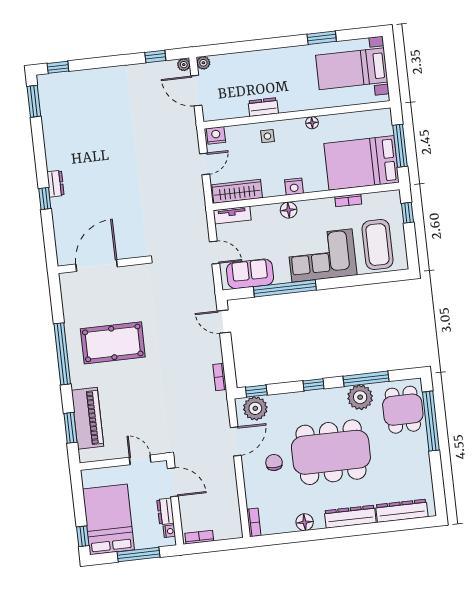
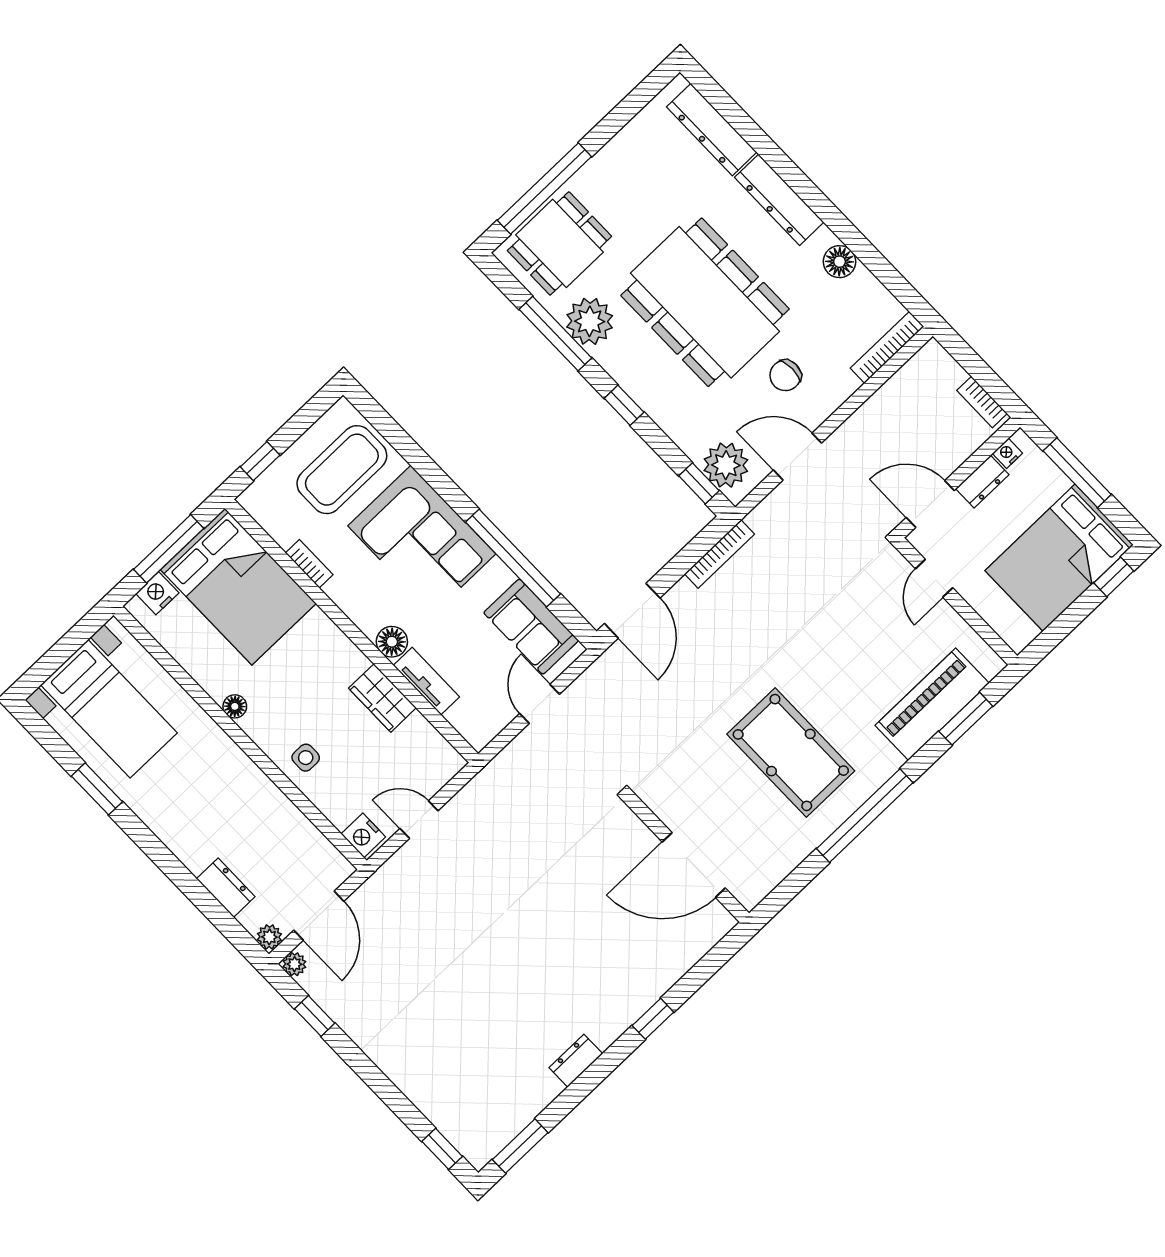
dresser: (263, 107) -> (226, 888), moved, turned 180
dresser: (55, 184) -> (576, 1061), moved
nightstand: (294, 187) -> (157, 593), moved, turned -90
wardrobe: (237, 191) -> (382, 698), moved, width x0.67
tv unit: (232, 215) -> (426, 681), moved
door: (224, 322) -> (632, 611), width x1.38
bookcase: (220, 377) -> (720, 554), width x1.56
door: (173, 482) -> (930, 504), hinge flipped
bookcase: (254, 522) -> (887, 347), width x1.56

